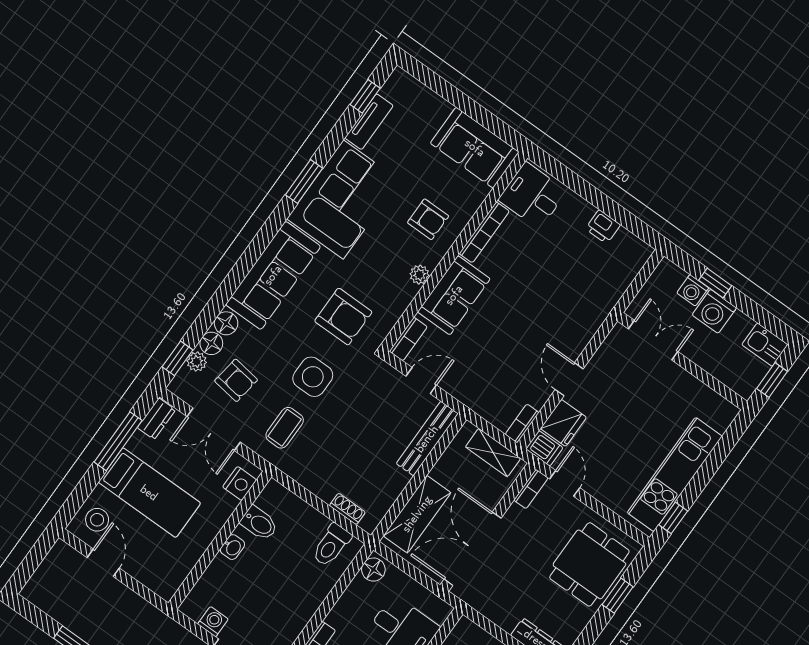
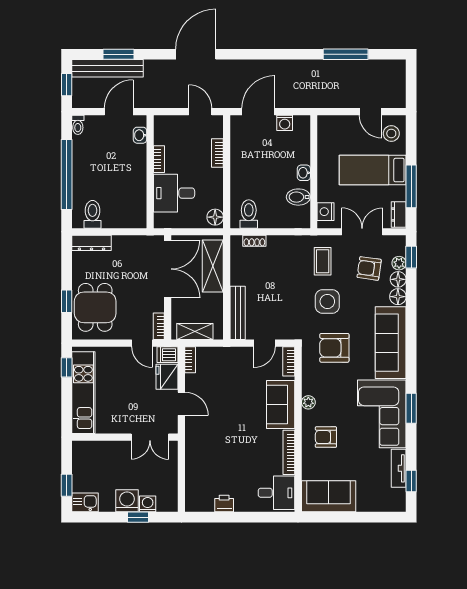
double door: (653, 340) -> (150, 437), moved
wall: (682, 361) -> (125, 437), moved

